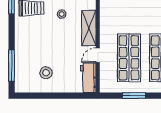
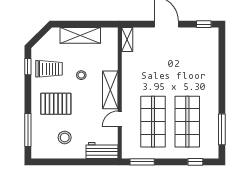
pallet: (38, 41) -> (56, 104), added
workbench: (88, 78) -> (102, 151), moved, turned 90
window: (134, 96) -> (142, 162), moved

